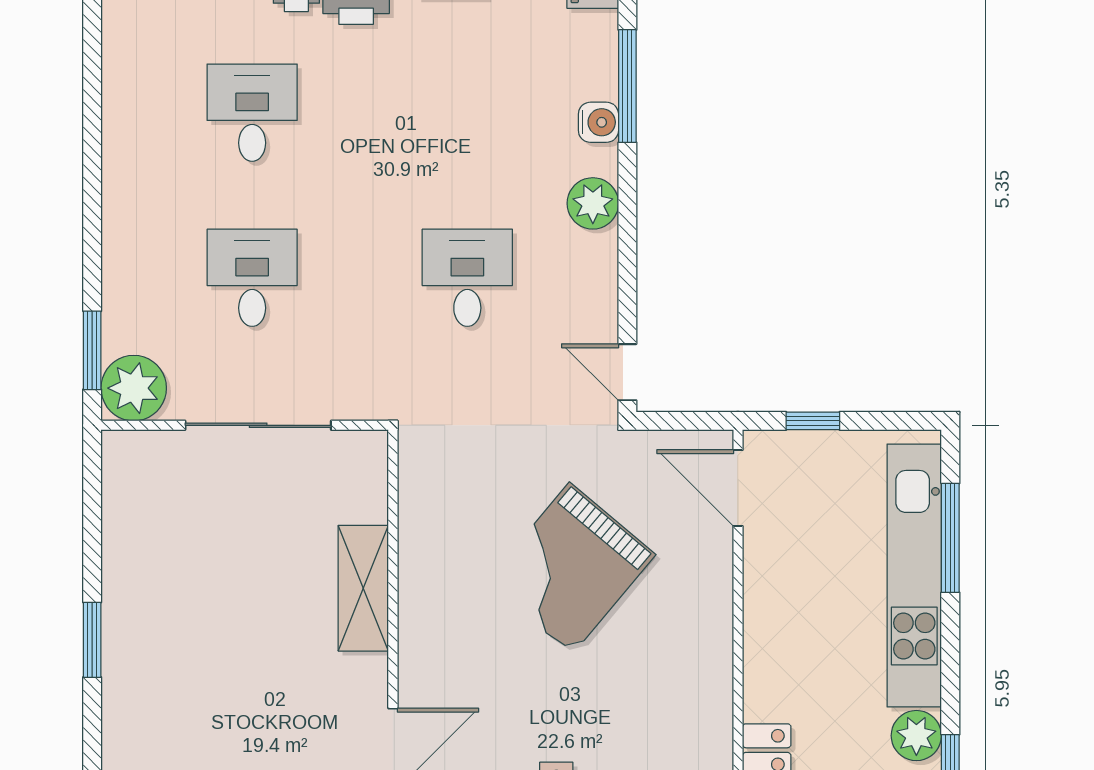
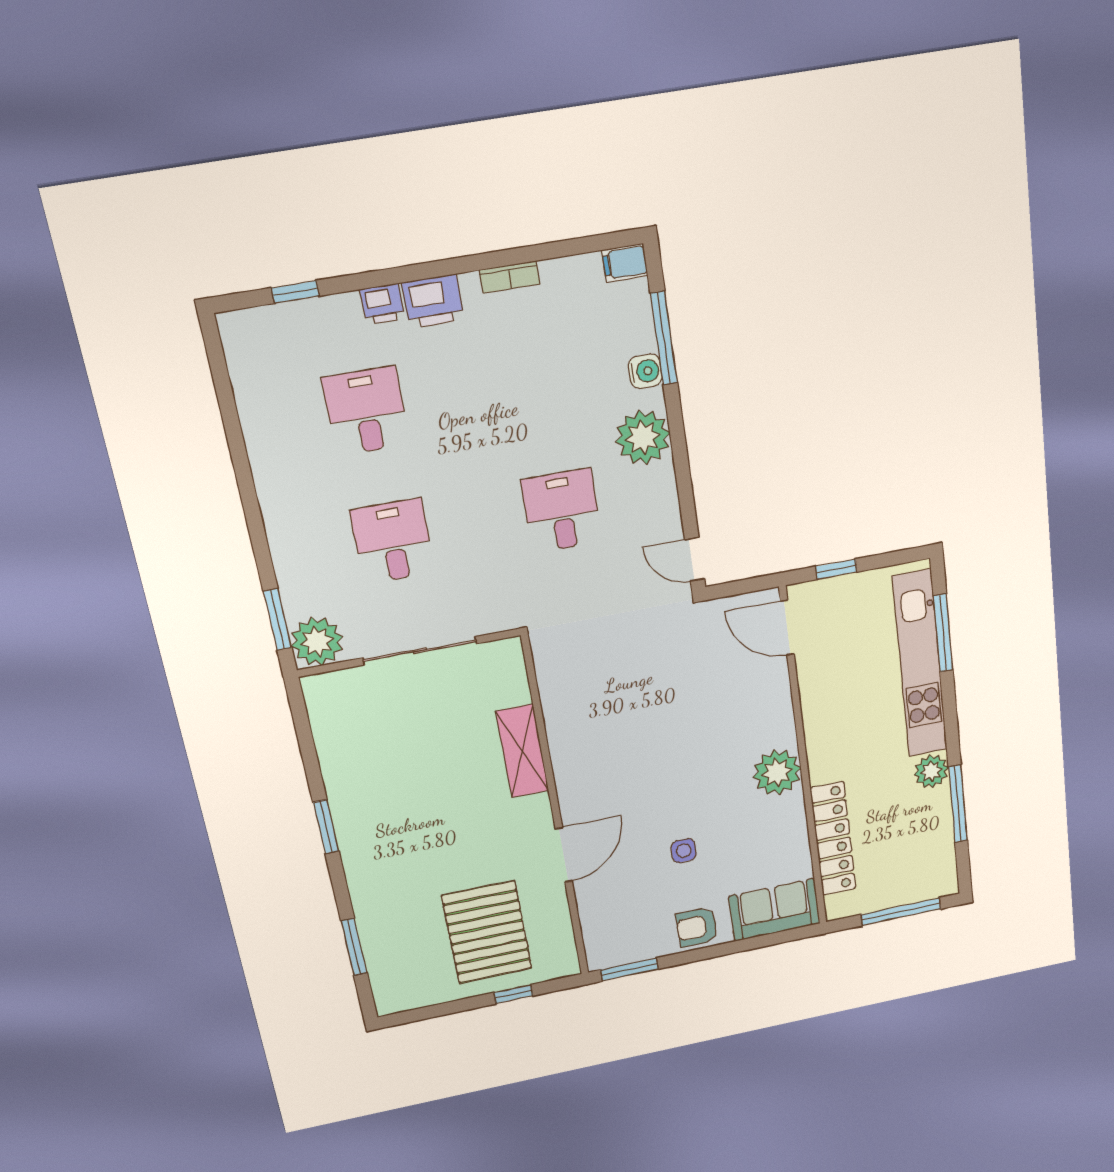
plant: (593, 203) -> (643, 437), width x1.36, depth x1.36
grand piano: (571, 568) -> (673, 707), removed
plant: (700, 691) -> (777, 772), added

